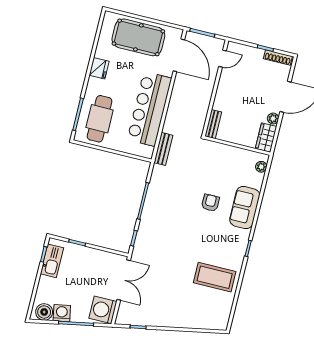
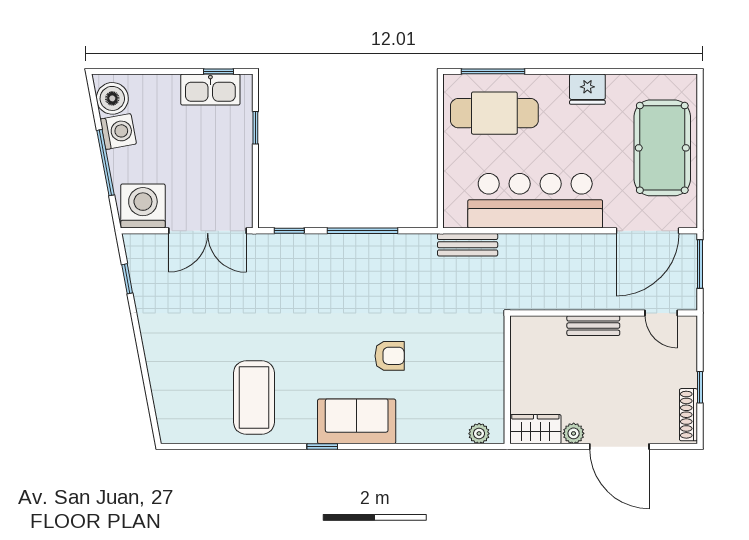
bench: (213, 124) -> (593, 326), moved
sofa: (245, 208) -> (357, 421), moved

